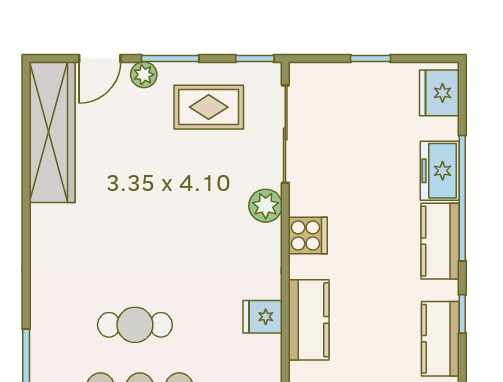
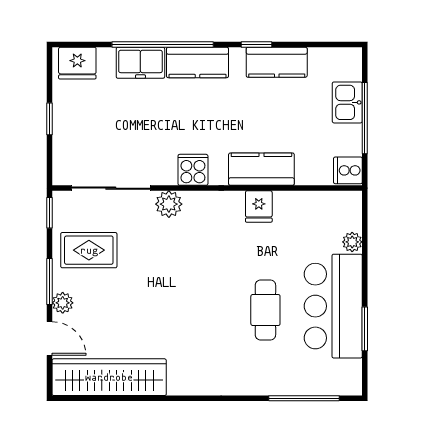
rug: (209, 107) -> (89, 250), turned 90

